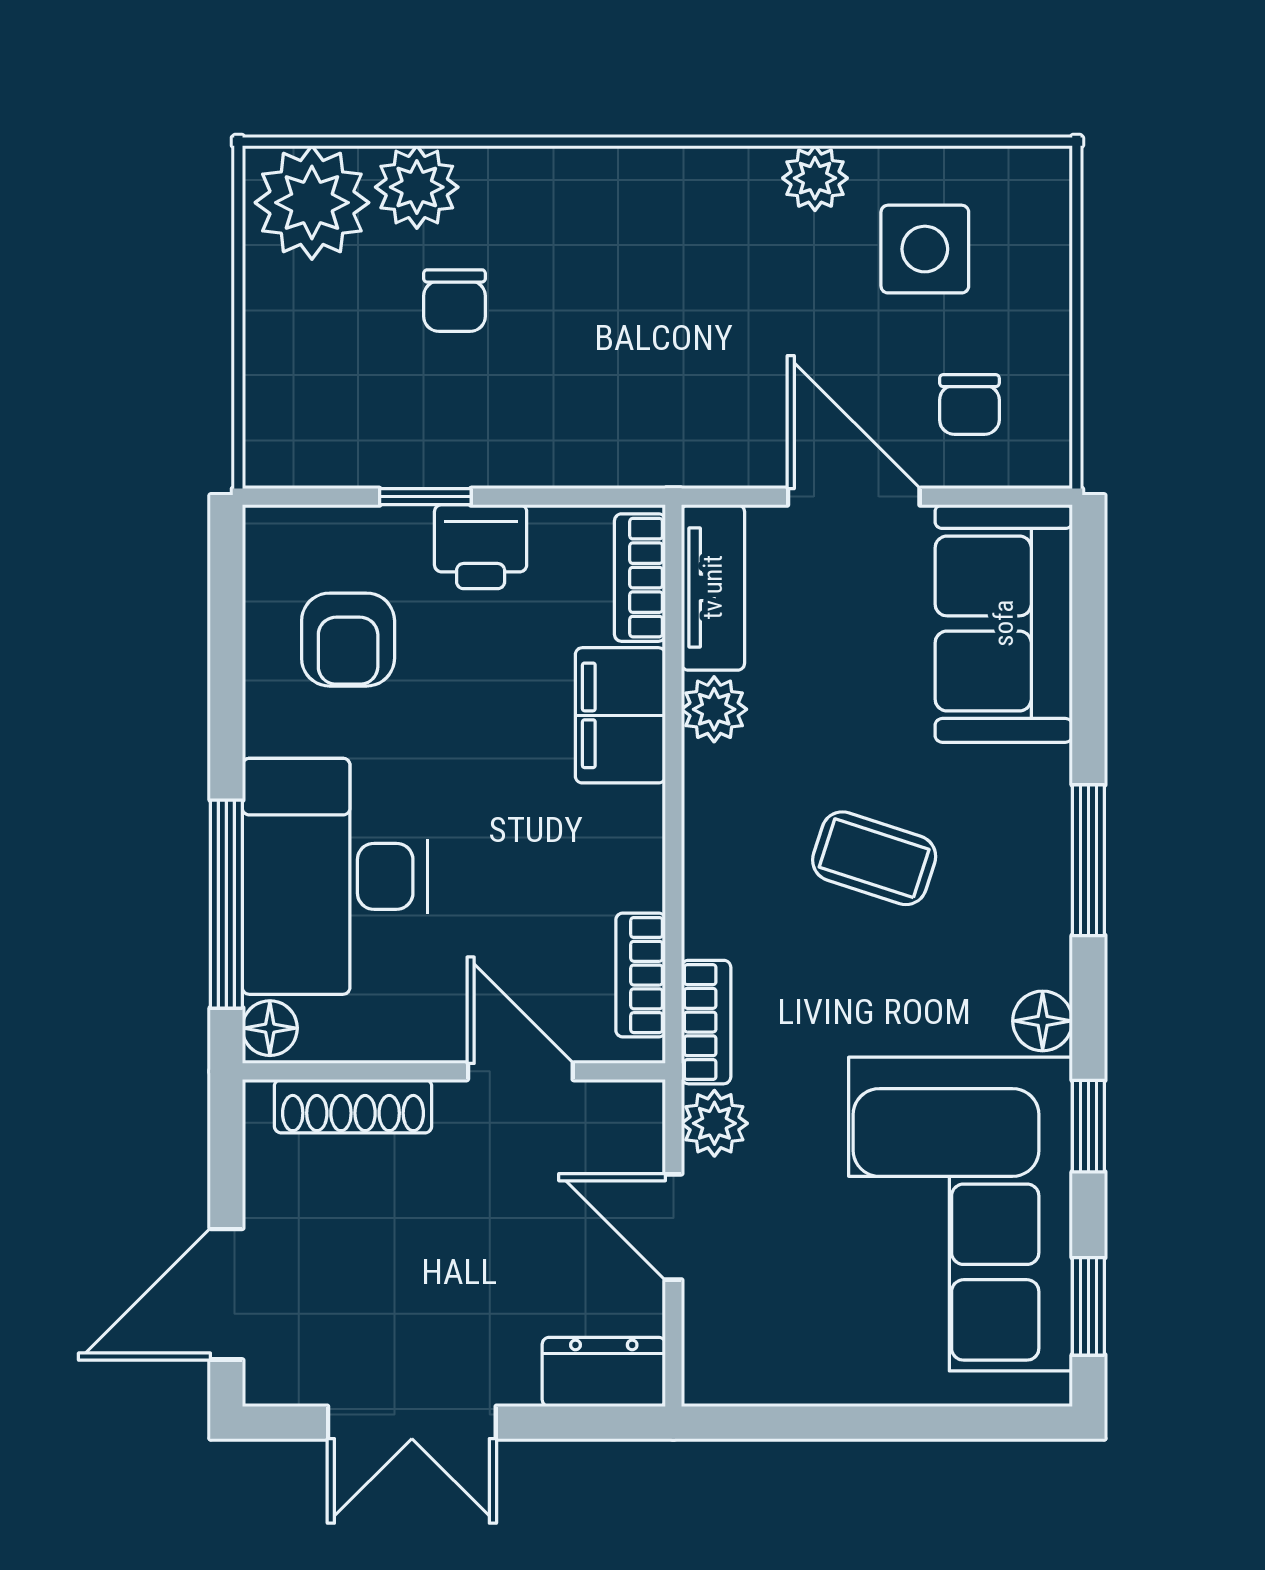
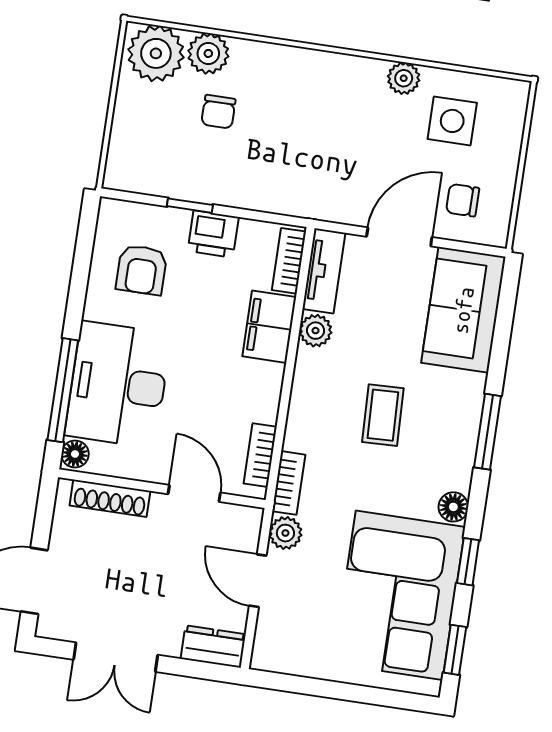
chair: (969, 404) -> (463, 200), turned 90
door: (854, 497) -> (399, 237), hinge flipped
coffee table: (874, 858) -> (383, 415), turned 70

